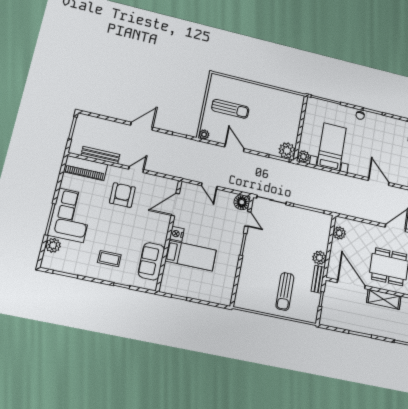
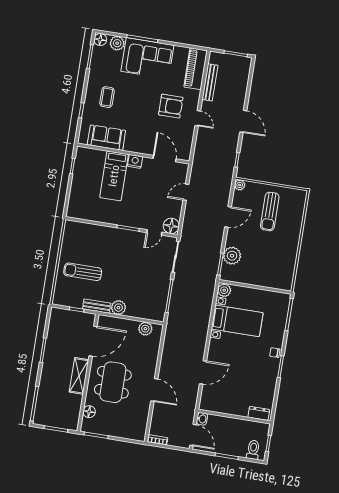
plant: (287, 151) -> (232, 256), moved
floor lamp: (48, 263) -> (100, 40), added

